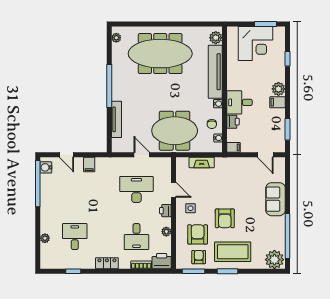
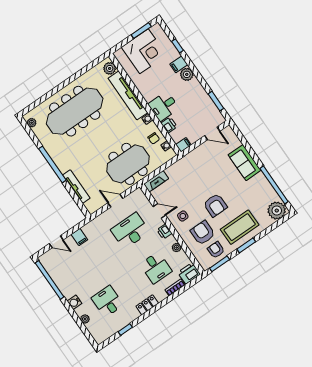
filing cabinet: (278, 102) -> (179, 64), moved
fireplace: (202, 162) -> (156, 181), moved
water cooler: (46, 167) -> (74, 302), moved

